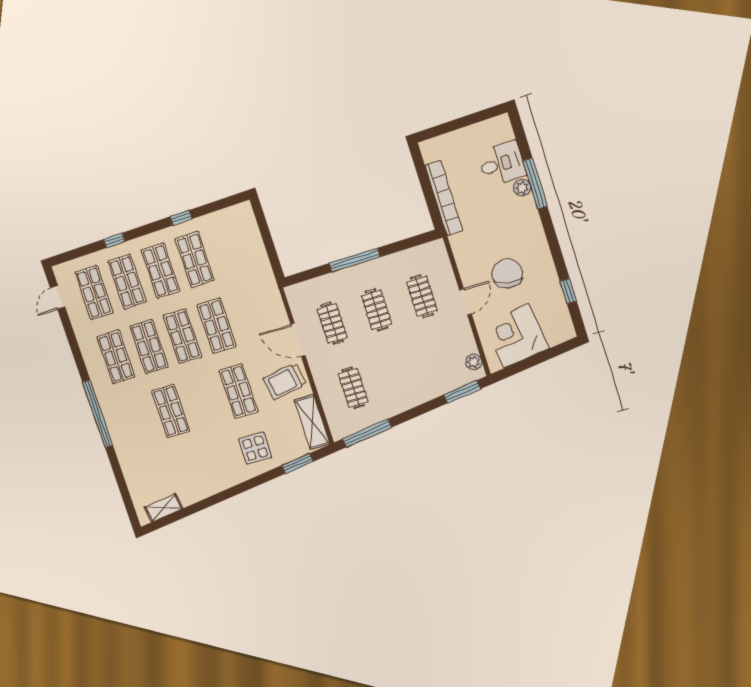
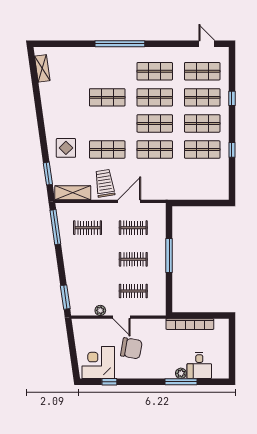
corner desk: (516, 336) -> (98, 363), moved, turned -82
plant: (474, 362) -> (100, 310), moved

